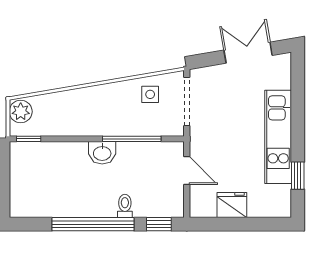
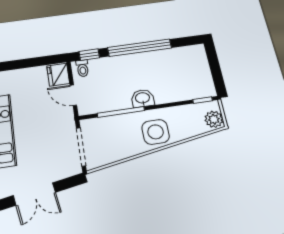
side table: (150, 94) -> (156, 132), moved, width x1.87, depth x1.87
fridge: (232, 205) -> (58, 75), moved, turned 90
toilet: (125, 206) -> (83, 68), moved

